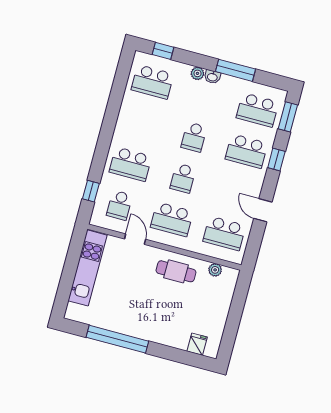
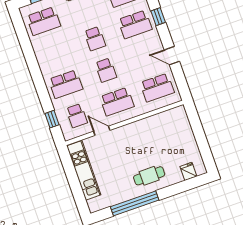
plant: (215, 270) -> (167, 115), removed
cafe table: (176, 271) -> (149, 176), moved

